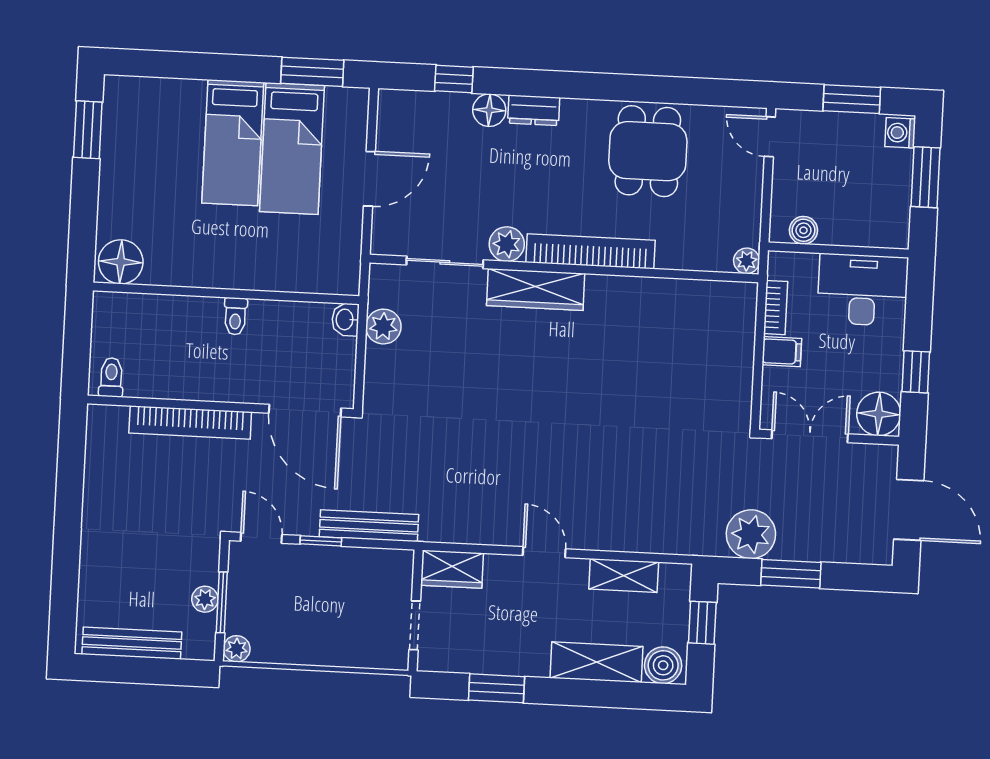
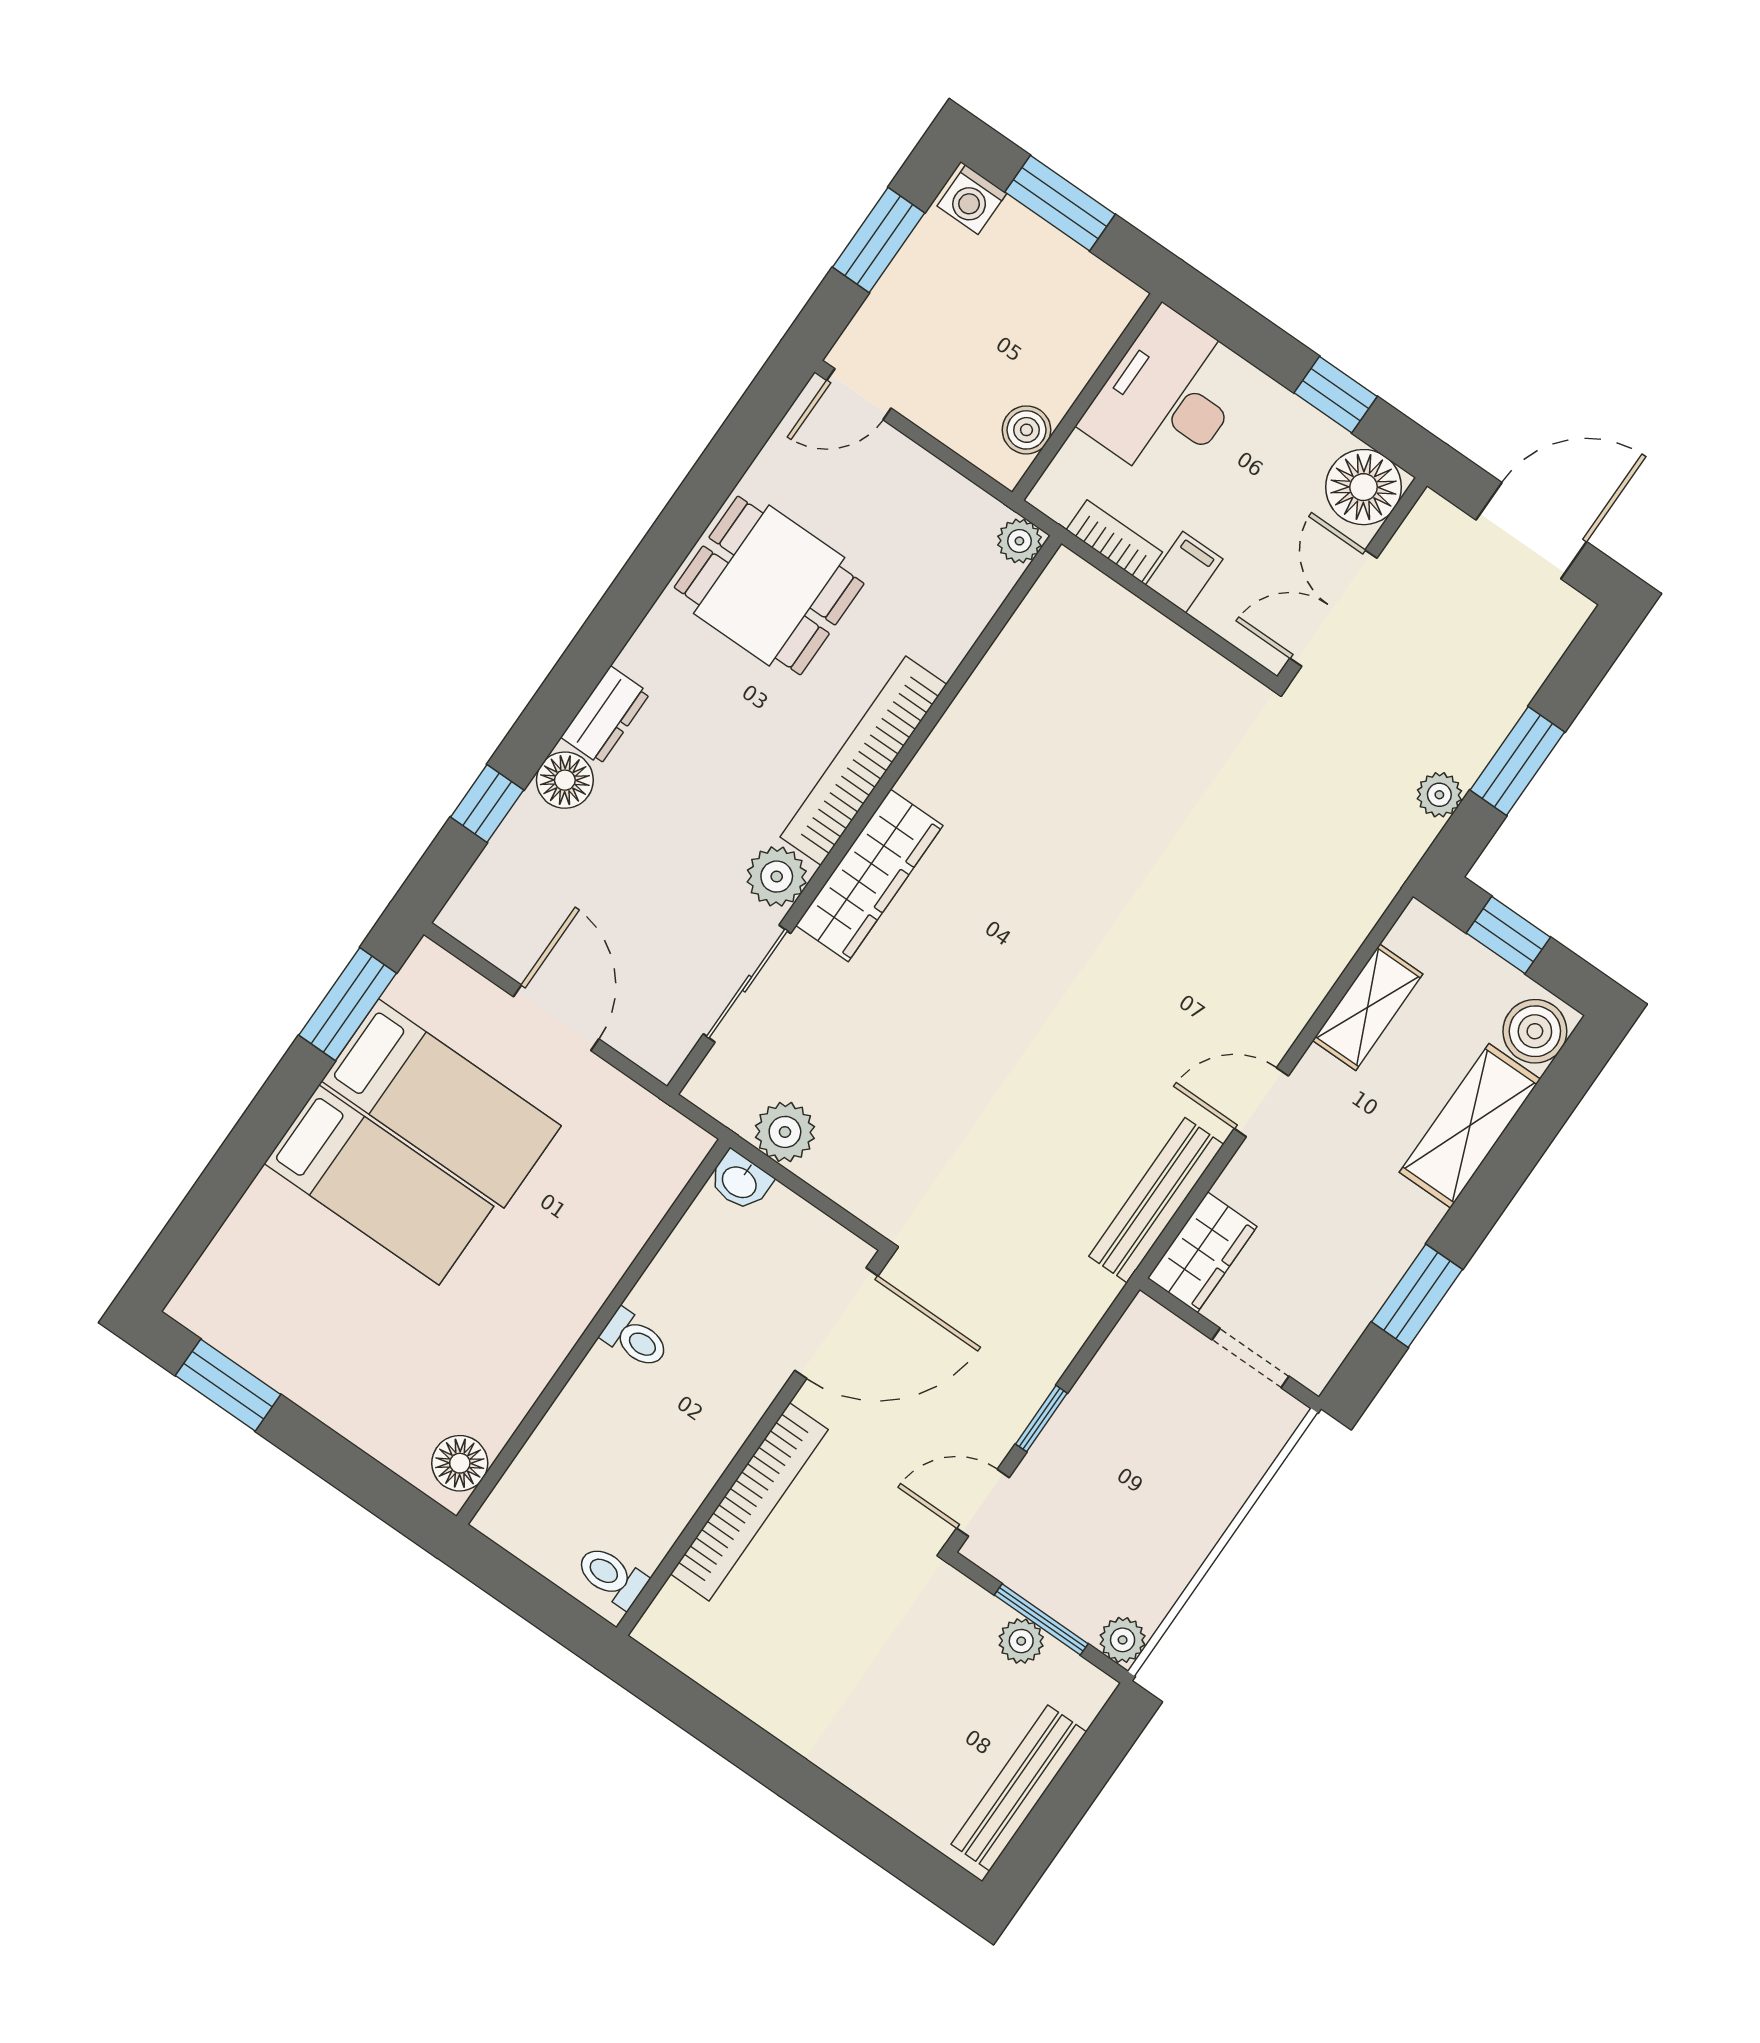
floor lamp: (121, 262) -> (460, 1463), width x0.73, depth x0.73
bench: (369, 526) -> (1156, 1200), moved
plant: (751, 534) -> (1439, 795), width x0.53, depth x0.53

